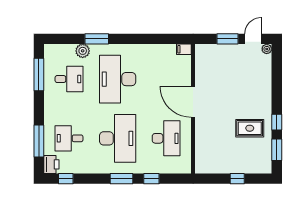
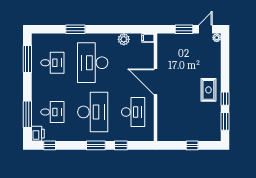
plant: (83, 51) -> (124, 39), moved
rug: (250, 128) -> (208, 90), moved, turned 90
desk: (69, 138) -> (52, 112), turned 180

